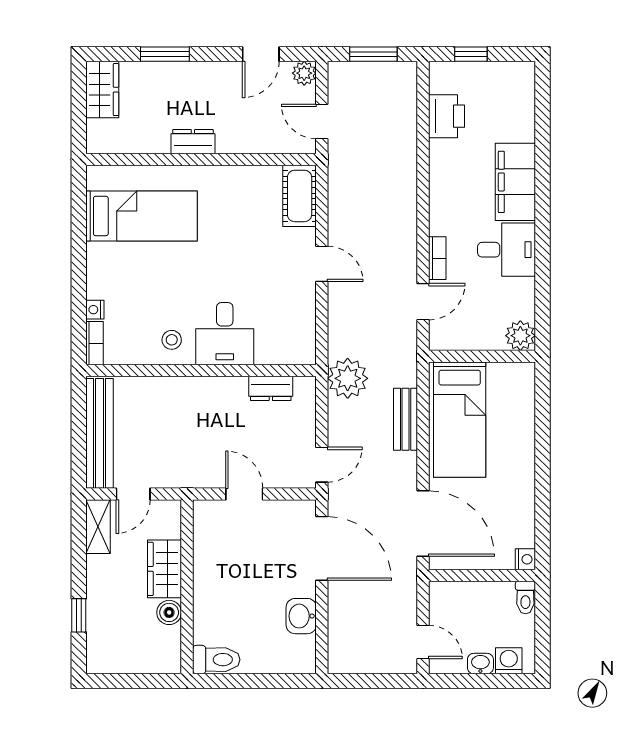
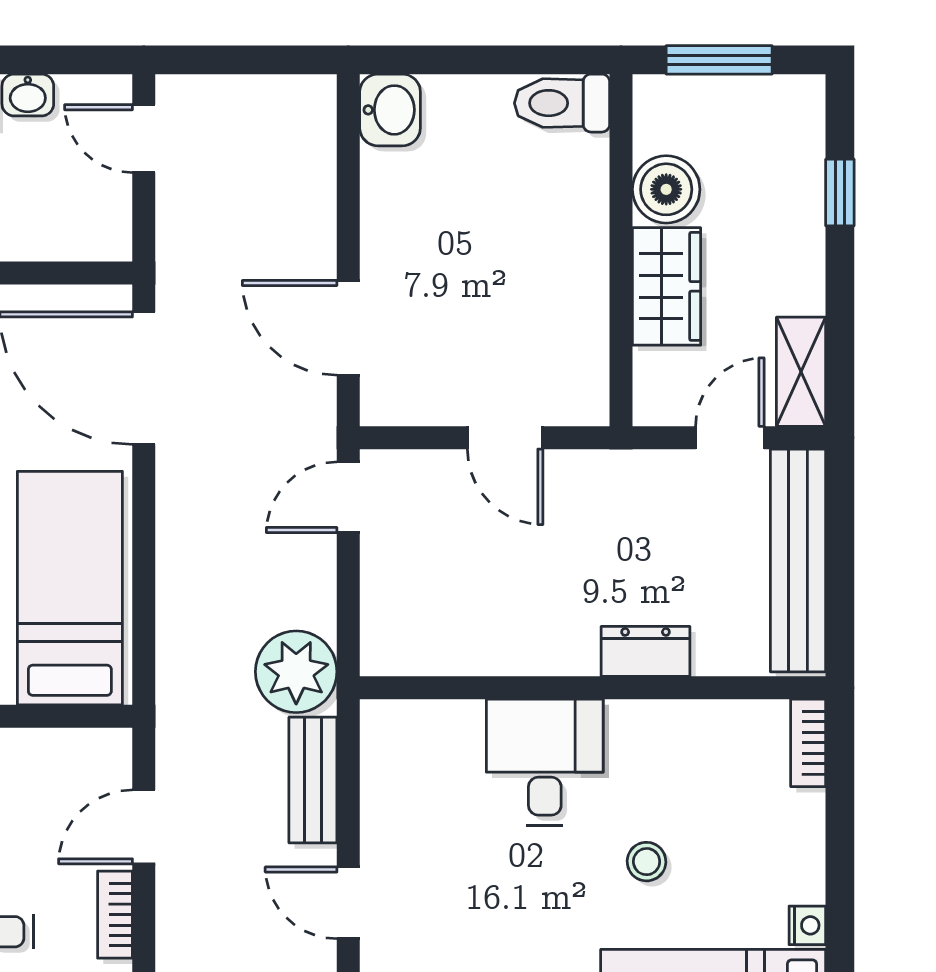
nightstand: (95, 310) -> (807, 925), moved
stool: (172, 340) -> (647, 862), moved
dresser: (271, 388) -> (645, 651), moved
bench: (406, 419) -> (313, 780), moved
door: (322, 548) -> (348, 328), width x0.73
boiler: (169, 612) -> (666, 189), width x1.36, depth x1.36
washbasin: (301, 616) -> (390, 110), moved
window: (138, 681) -> (719, 60), added

